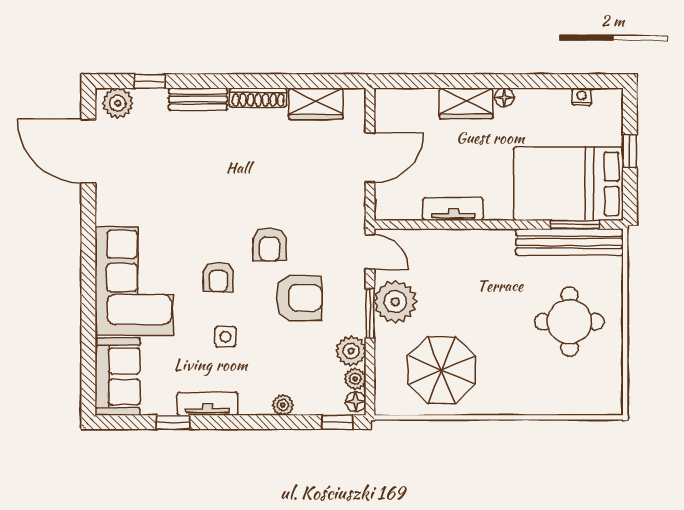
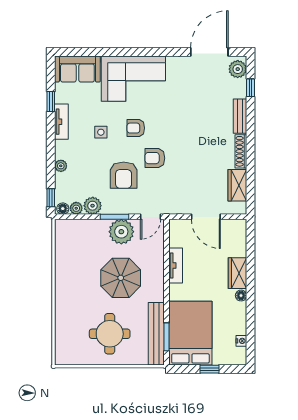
parasol: (442, 370) -> (121, 278), moved

